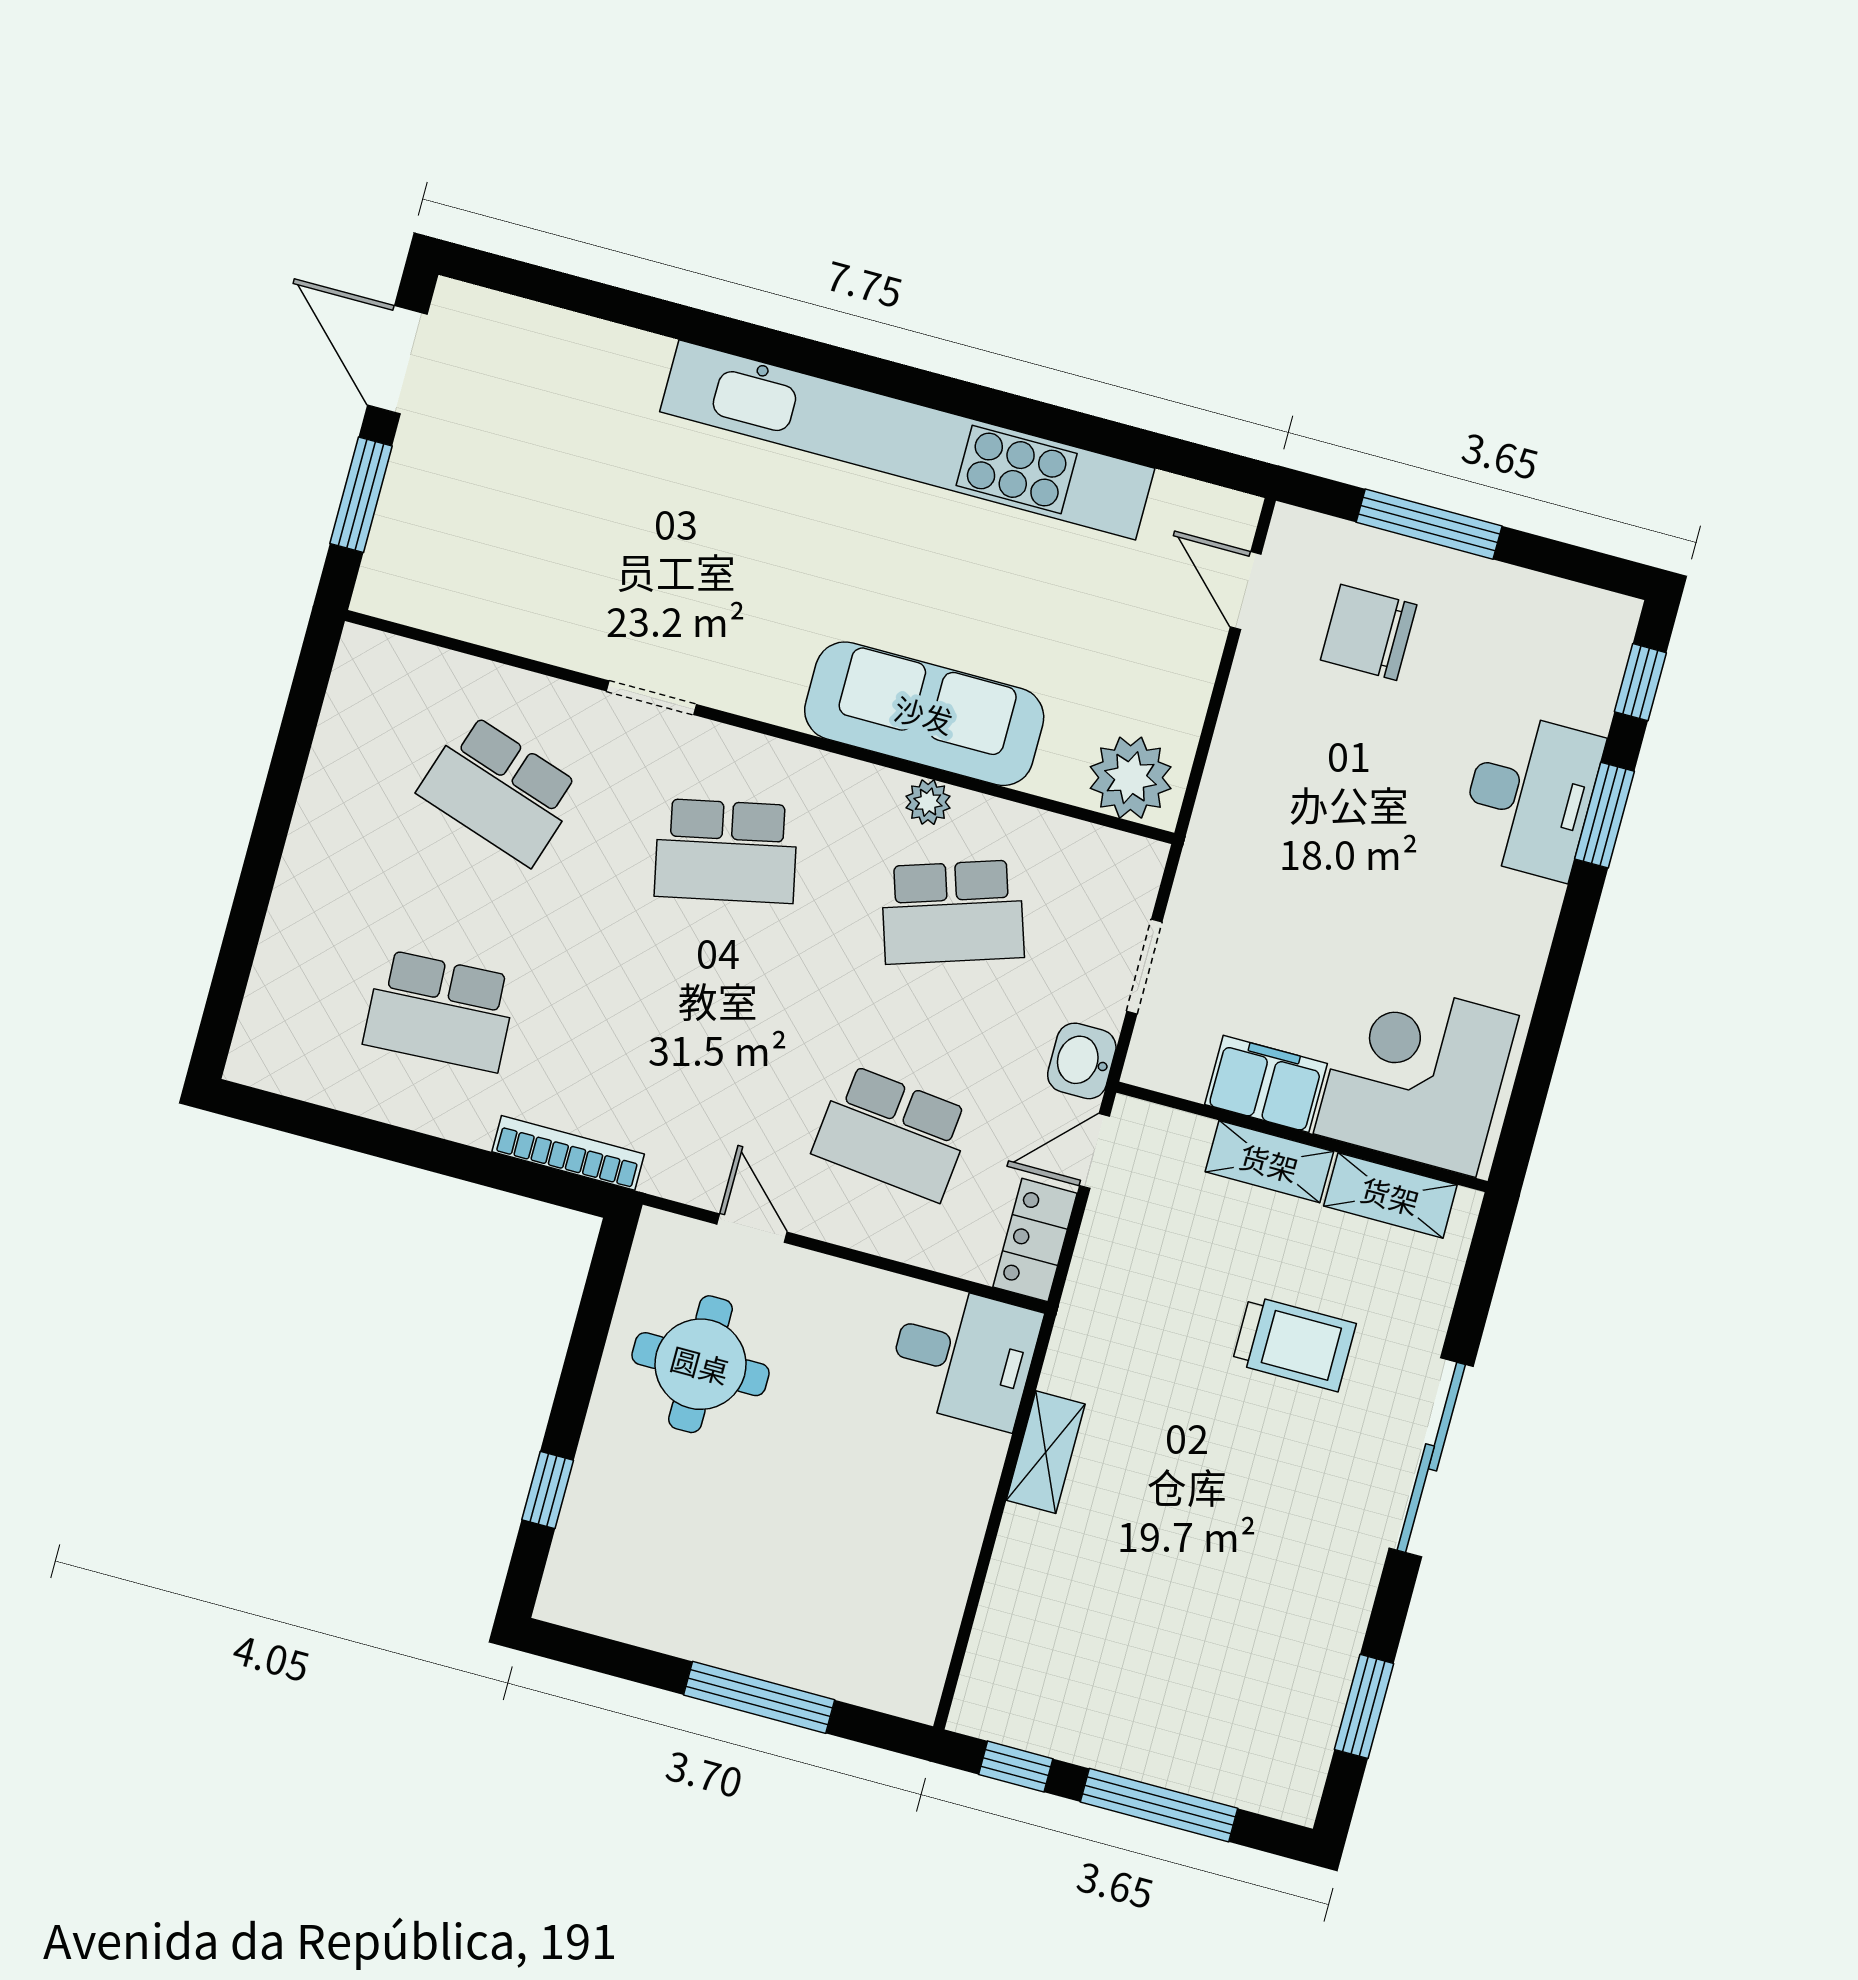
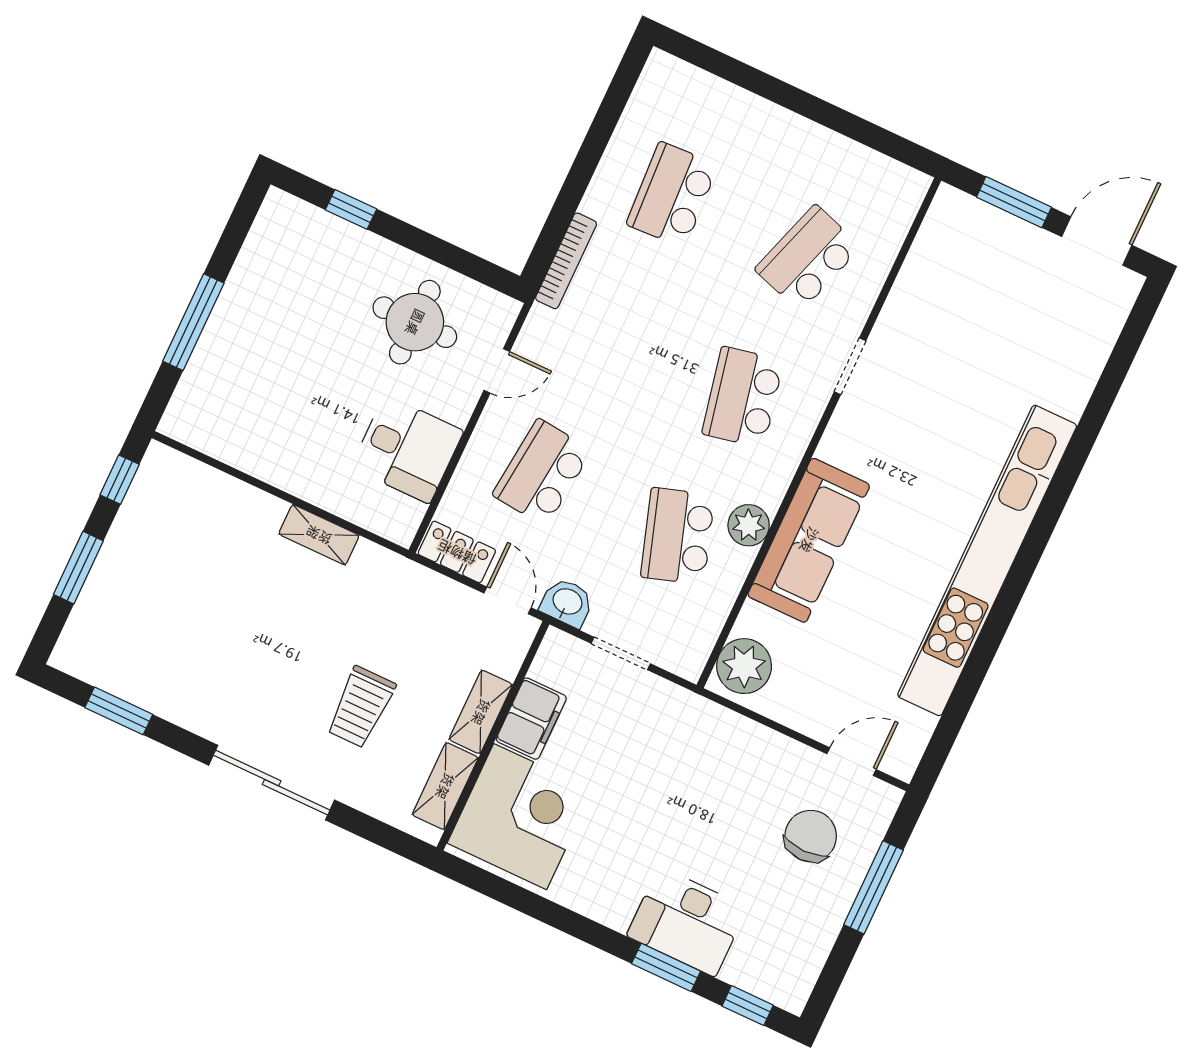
plant: (928, 802) -> (749, 525), width x1.38, depth x1.38
desk: (964, 1356) -> (407, 449), moved, turned -90
window: (1159, 1805) -> (78, 568), width x0.69

